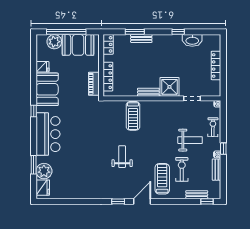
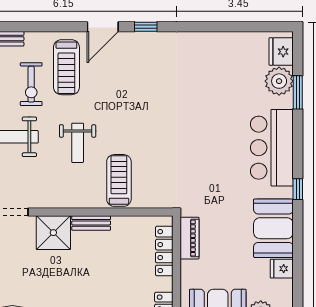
weight bench: (122, 157) -> (78, 143), moved

